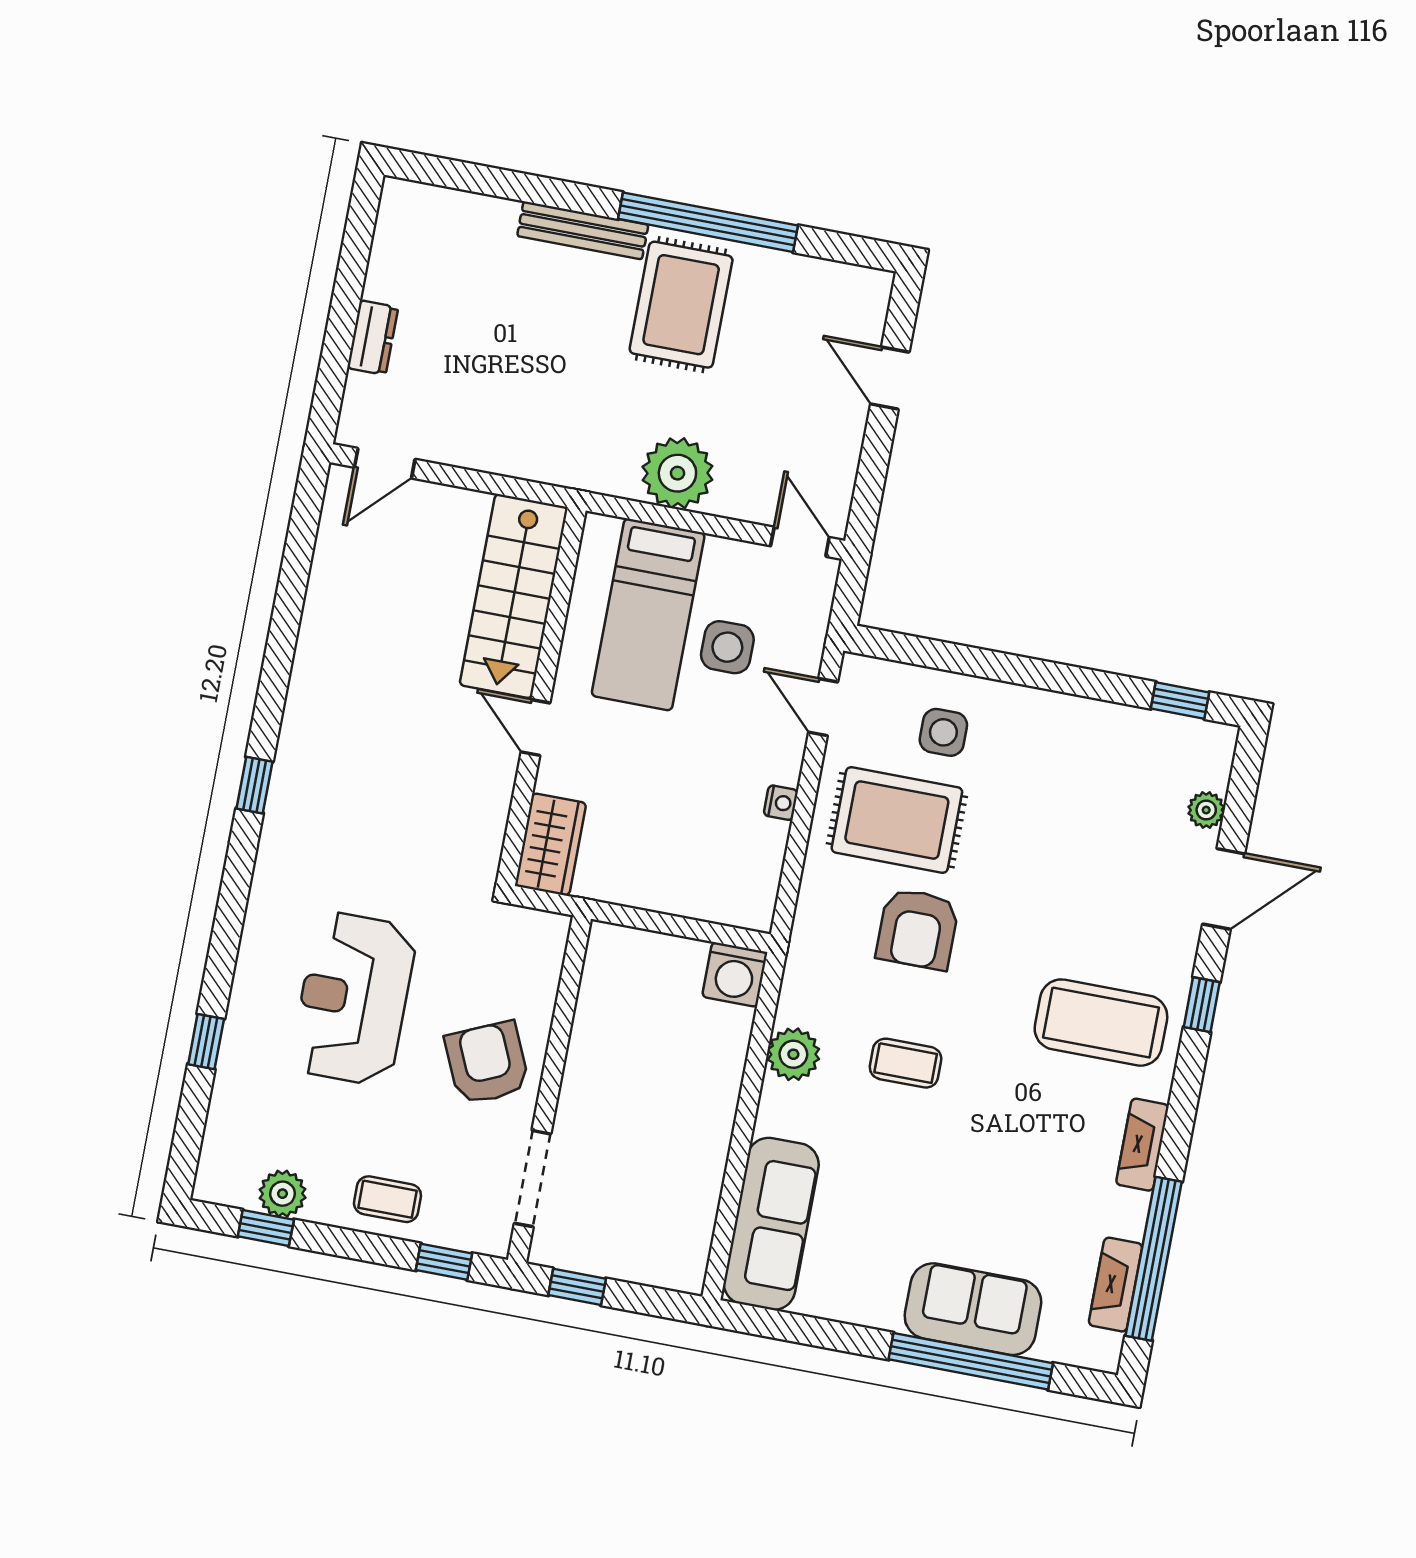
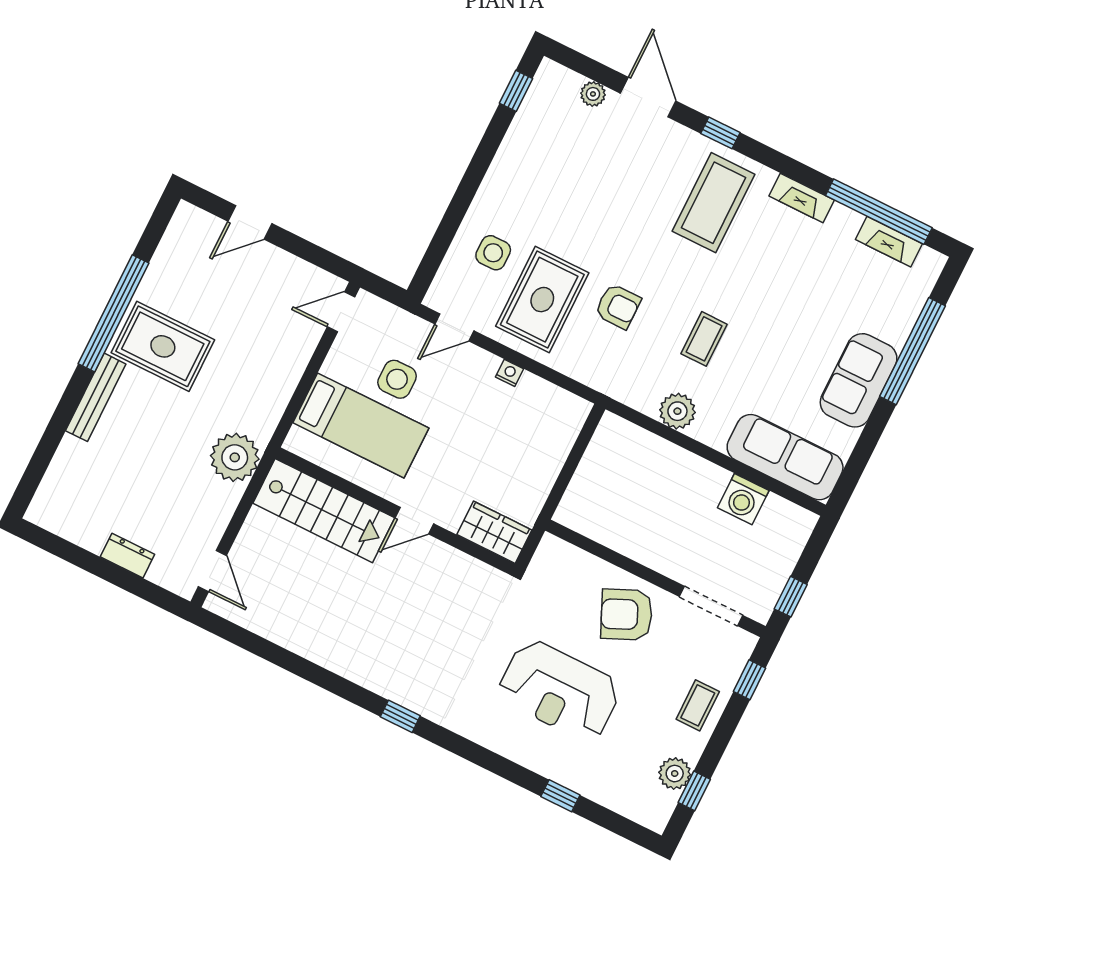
plant: (677, 473) -> (235, 457), moved
armchair: (917, 929) -> (618, 306), width x0.72, depth x0.72
washing machine: (735, 975) -> (743, 499), moved, turned 90
sofa: (973, 1309) -> (859, 380), moved

